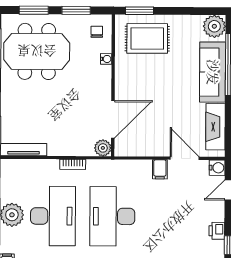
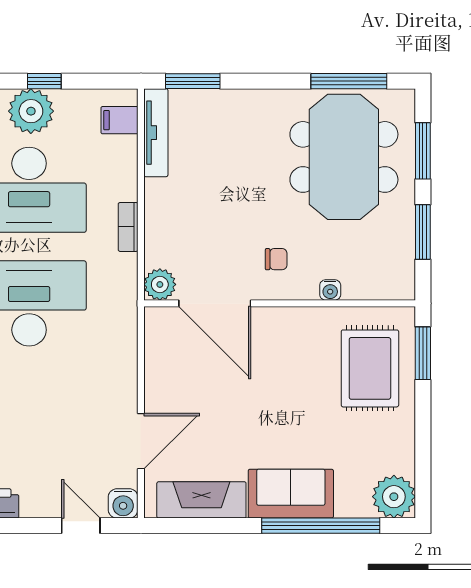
chair: (97, 32) -> (276, 259), moved
sofa: (213, 72) -> (291, 494), width x0.73
filing cabinet: (160, 169) -> (119, 120), moved

